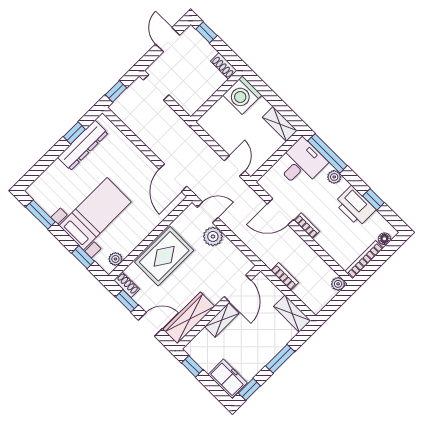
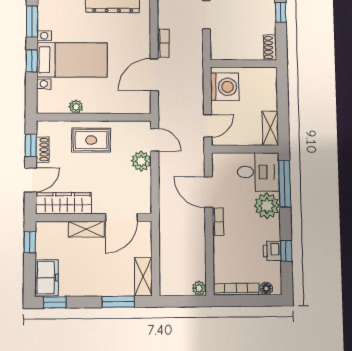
washing machine: (242, 95) -> (225, 87), moved, turned 180
plant: (334, 177) -> (267, 206), width x1.87, depth x1.87
door: (173, 178) -> (154, 75), moved
printer: (355, 206) -> (272, 251), width x0.53, depth x0.68
rug: (164, 256) -> (91, 140), width x0.73, depth x0.70
window: (83, 257) -> (32, 61), moved
plant: (115, 259) -> (76, 107), moved
bookcase: (285, 277) -> (163, 43), moved
shoe rack: (127, 285) -> (42, 150), moved
door: (150, 324) -> (30, 180), hinge flipped
window: (280, 359) -> (118, 302), moved

